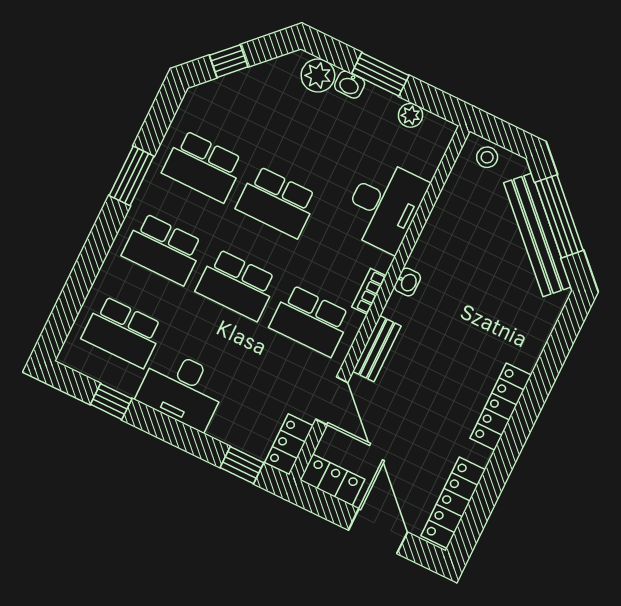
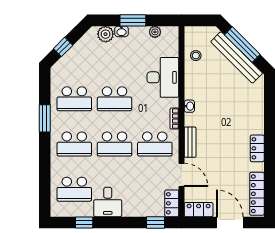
stool: (487, 157) -> (196, 56), moved
desk: (182, 389) -> (108, 202), width x0.73
locker: (501, 407) -> (257, 148), width x0.66

